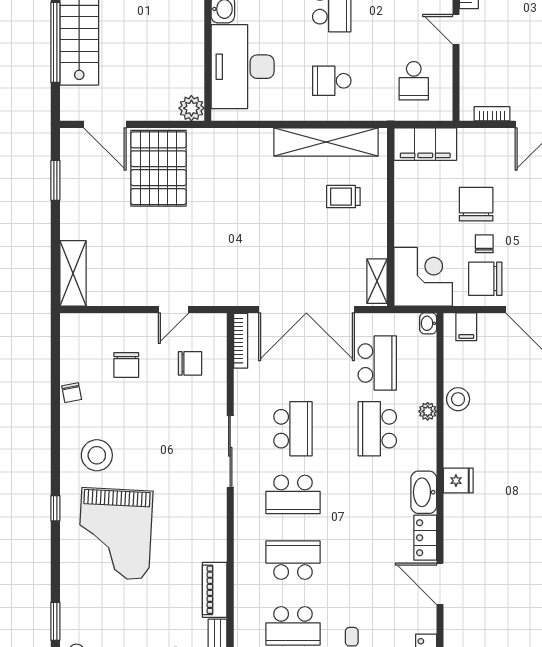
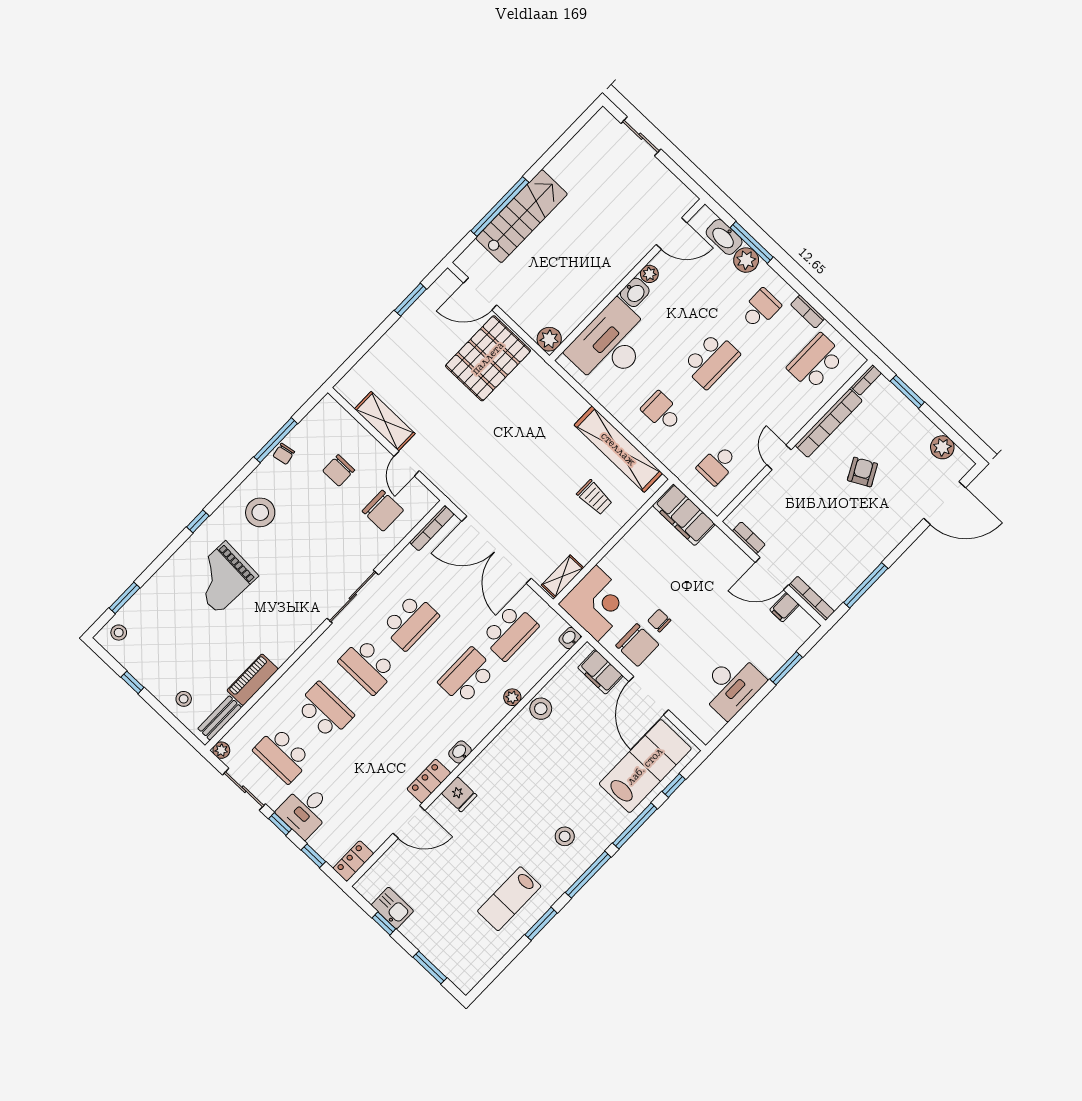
door: (105, 124) -> (480, 294), hinge flipped
trolley: (343, 197) -> (595, 497), turned 180
chair: (476, 204) -> (679, 589), removed
chair: (484, 244) -> (659, 621), turned -90
shelving: (73, 273) -> (385, 421), moved, turned 90
chair: (485, 279) -> (637, 645), turned 180
door: (174, 309) -> (407, 464), hinge flipped
filing cabinet: (466, 327) -> (600, 672), width x2.00
chair: (190, 363) -> (383, 511), width x1.37, depth x1.37
window: (55, 388) -> (276, 440), added
fridge: (458, 481) -> (459, 794), moved
washbasin: (424, 492) -> (460, 752), width x0.52, depth x0.69
grand piano: (115, 534) -> (222, 577), width x0.73, depth x0.68
door: (440, 584) -> (409, 822), swing flipped

